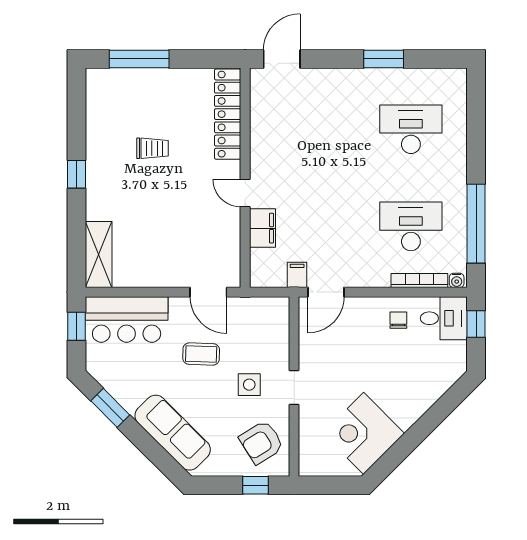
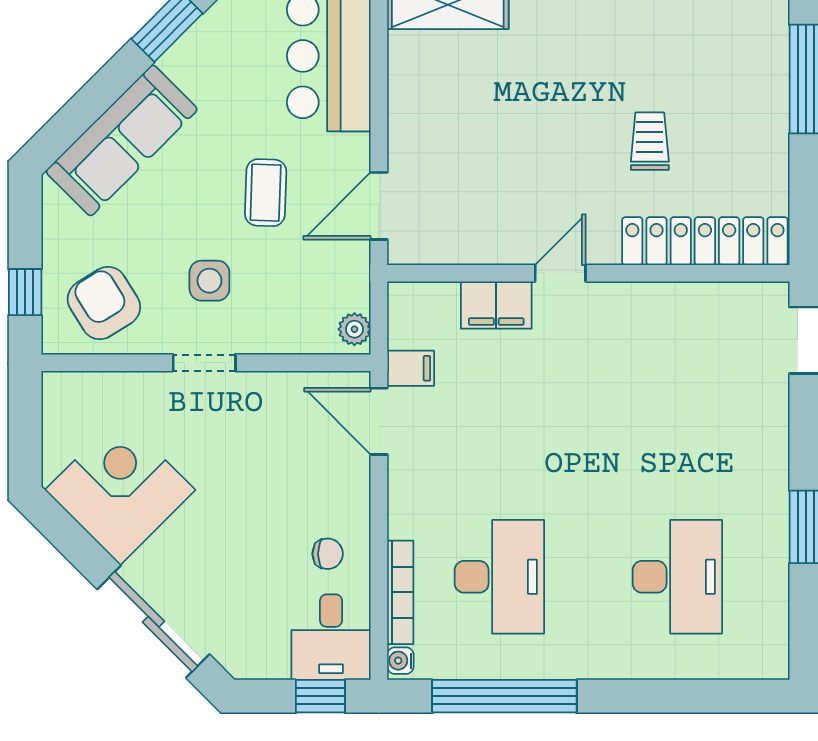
trolley: (152, 148) -> (650, 141), moved, turned 180
plant: (276, 305) -> (354, 329), added
sliding door: (435, 415) -> (153, 622), added

